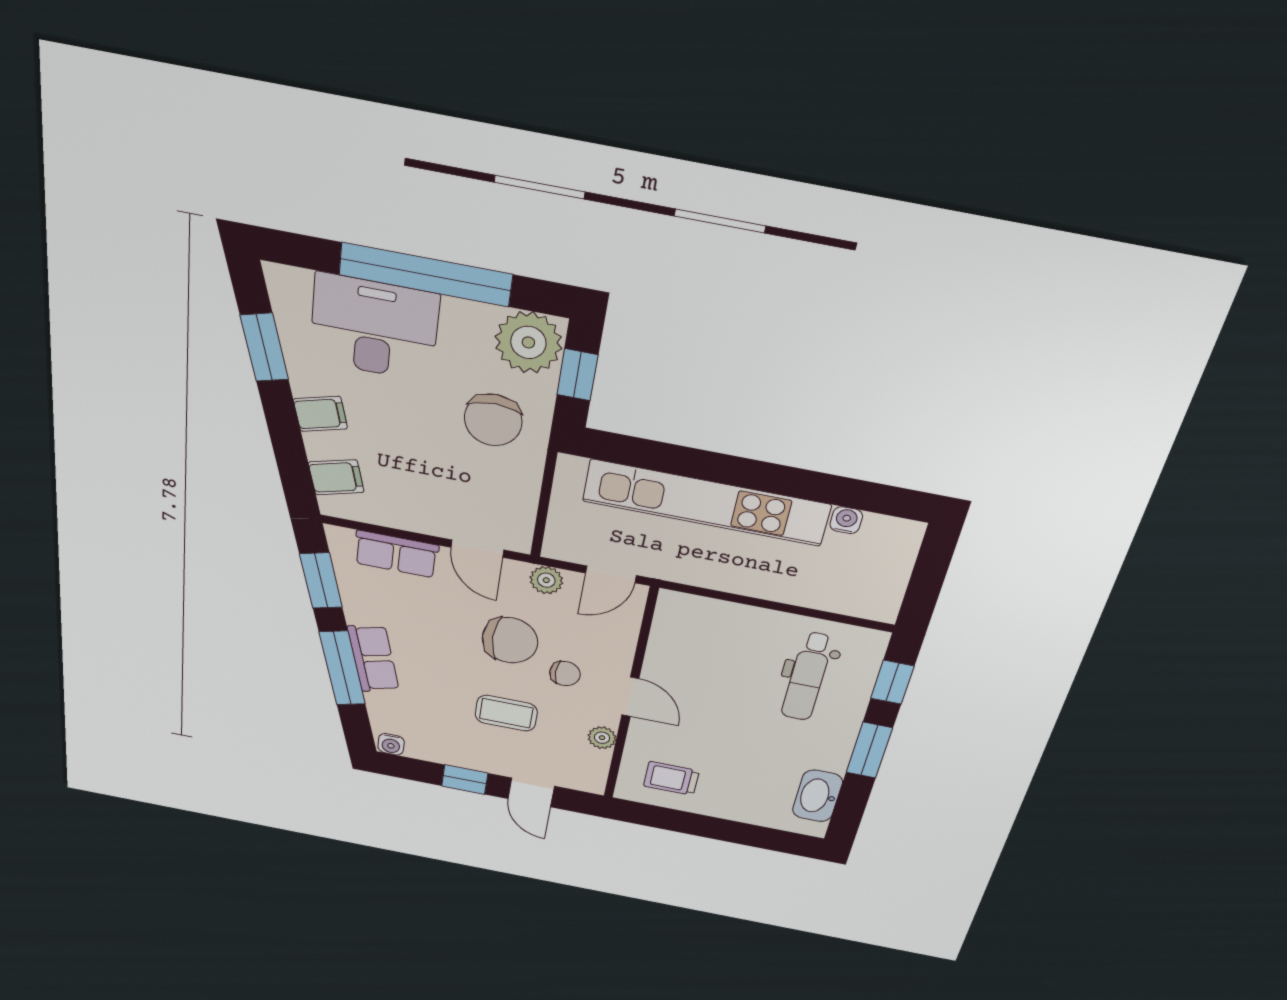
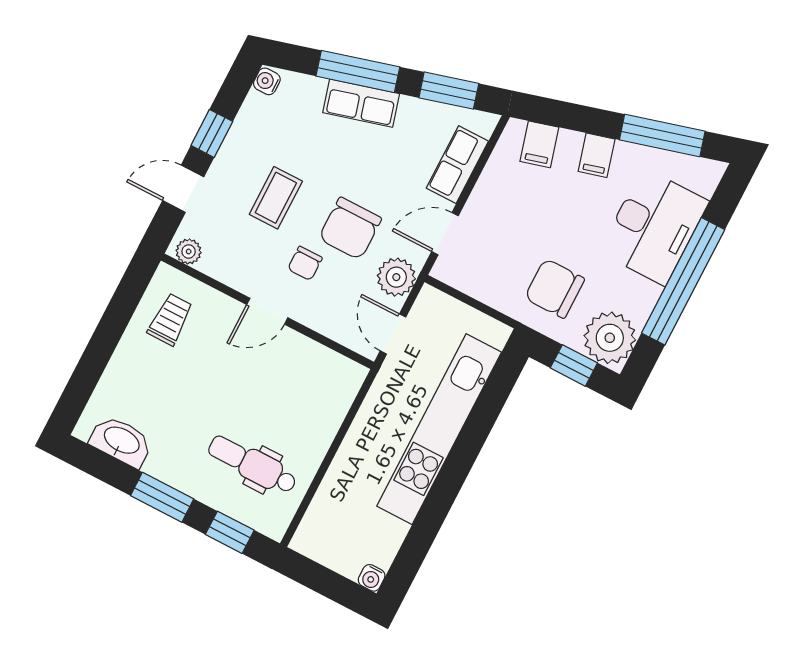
window: (264, 347) -> (662, 135), width x1.44
water cooler: (846, 520) -> (372, 578), moved, turned 90
plant: (546, 580) -> (396, 277), width x1.38, depth x1.38
plant: (602, 738) -> (189, 252), moved

